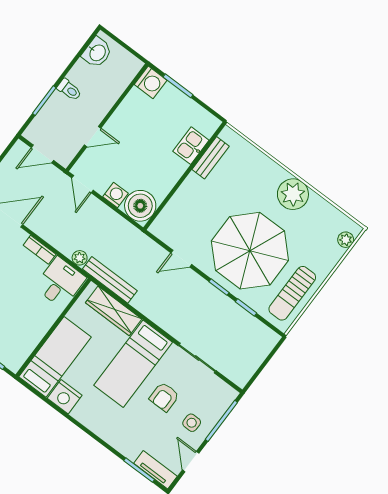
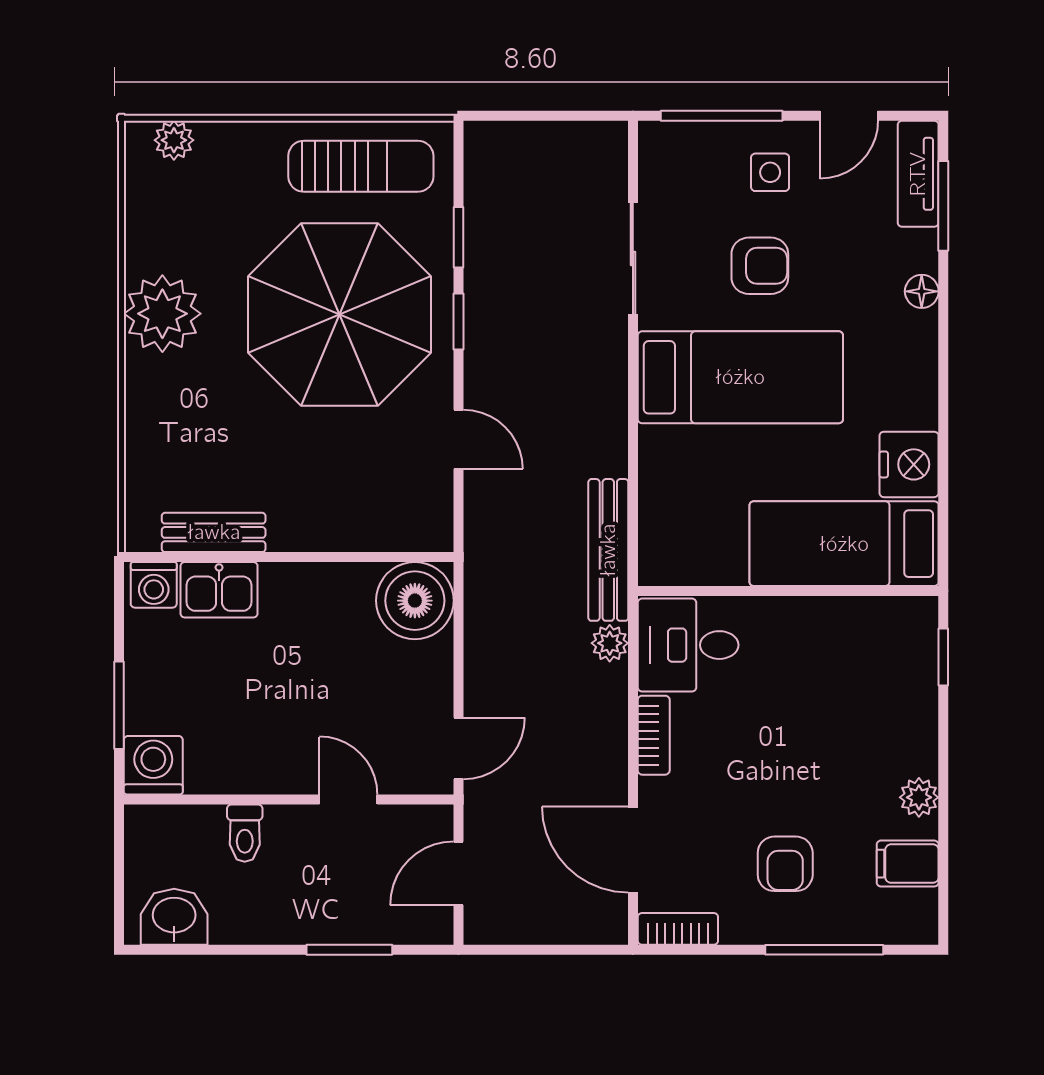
toilet: (69, 90) -> (245, 833), moved, turned 180
door: (42, 154) -> (458, 873), swing flipped
washing machine: (115, 195) -> (154, 585), moved, turned -90
wardrobe: (114, 311) -> (664, 496), removed
floor lamp: (117, 443) -> (922, 291), added

